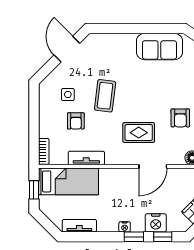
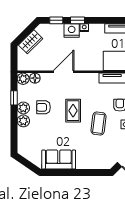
armchair: (180, 118) -> (43, 107), turned -90
rug: (139, 133) -> (73, 111), moved, turned 90
nightstand: (156, 223) -> (72, 31), moved

